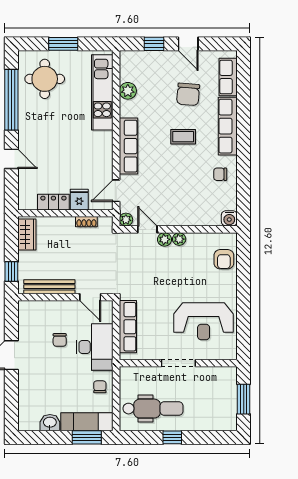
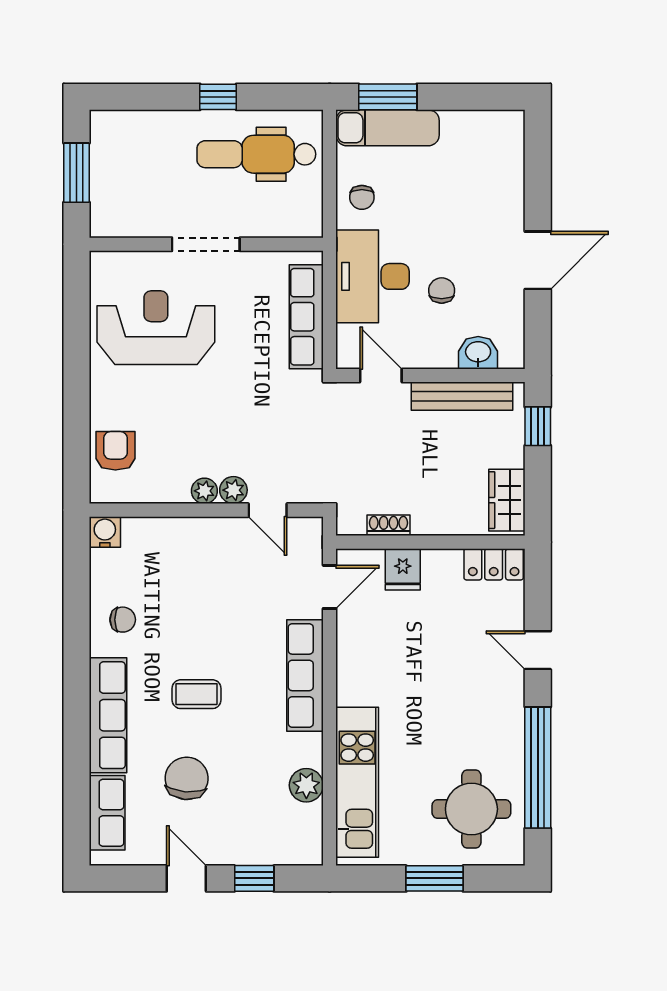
locker: (53, 202) -> (494, 564), moved
plant: (126, 220) -> (310, 530), removed
washbasin: (50, 423) -> (478, 353), moved, turned 180

